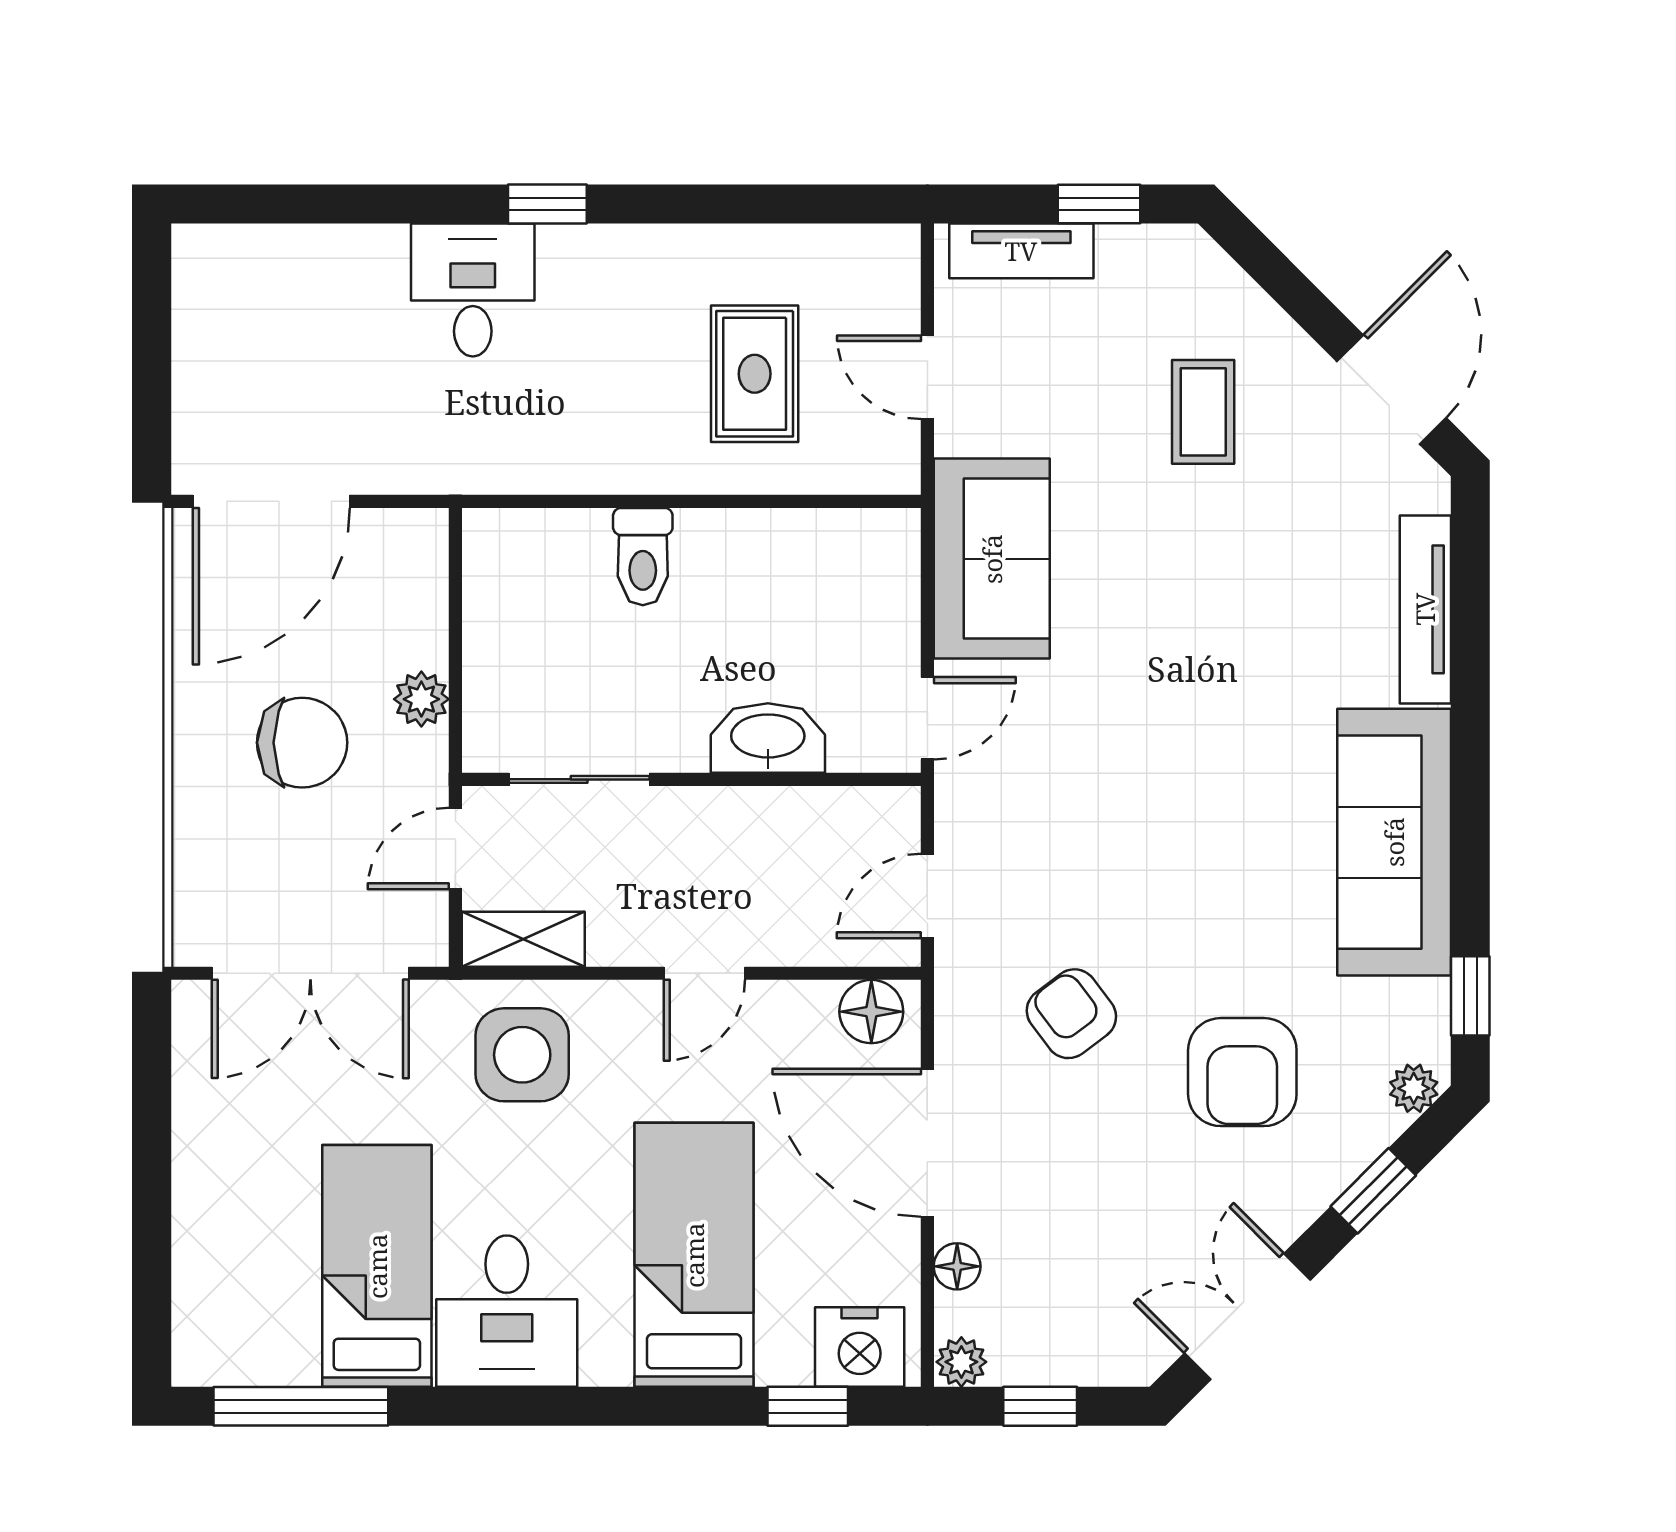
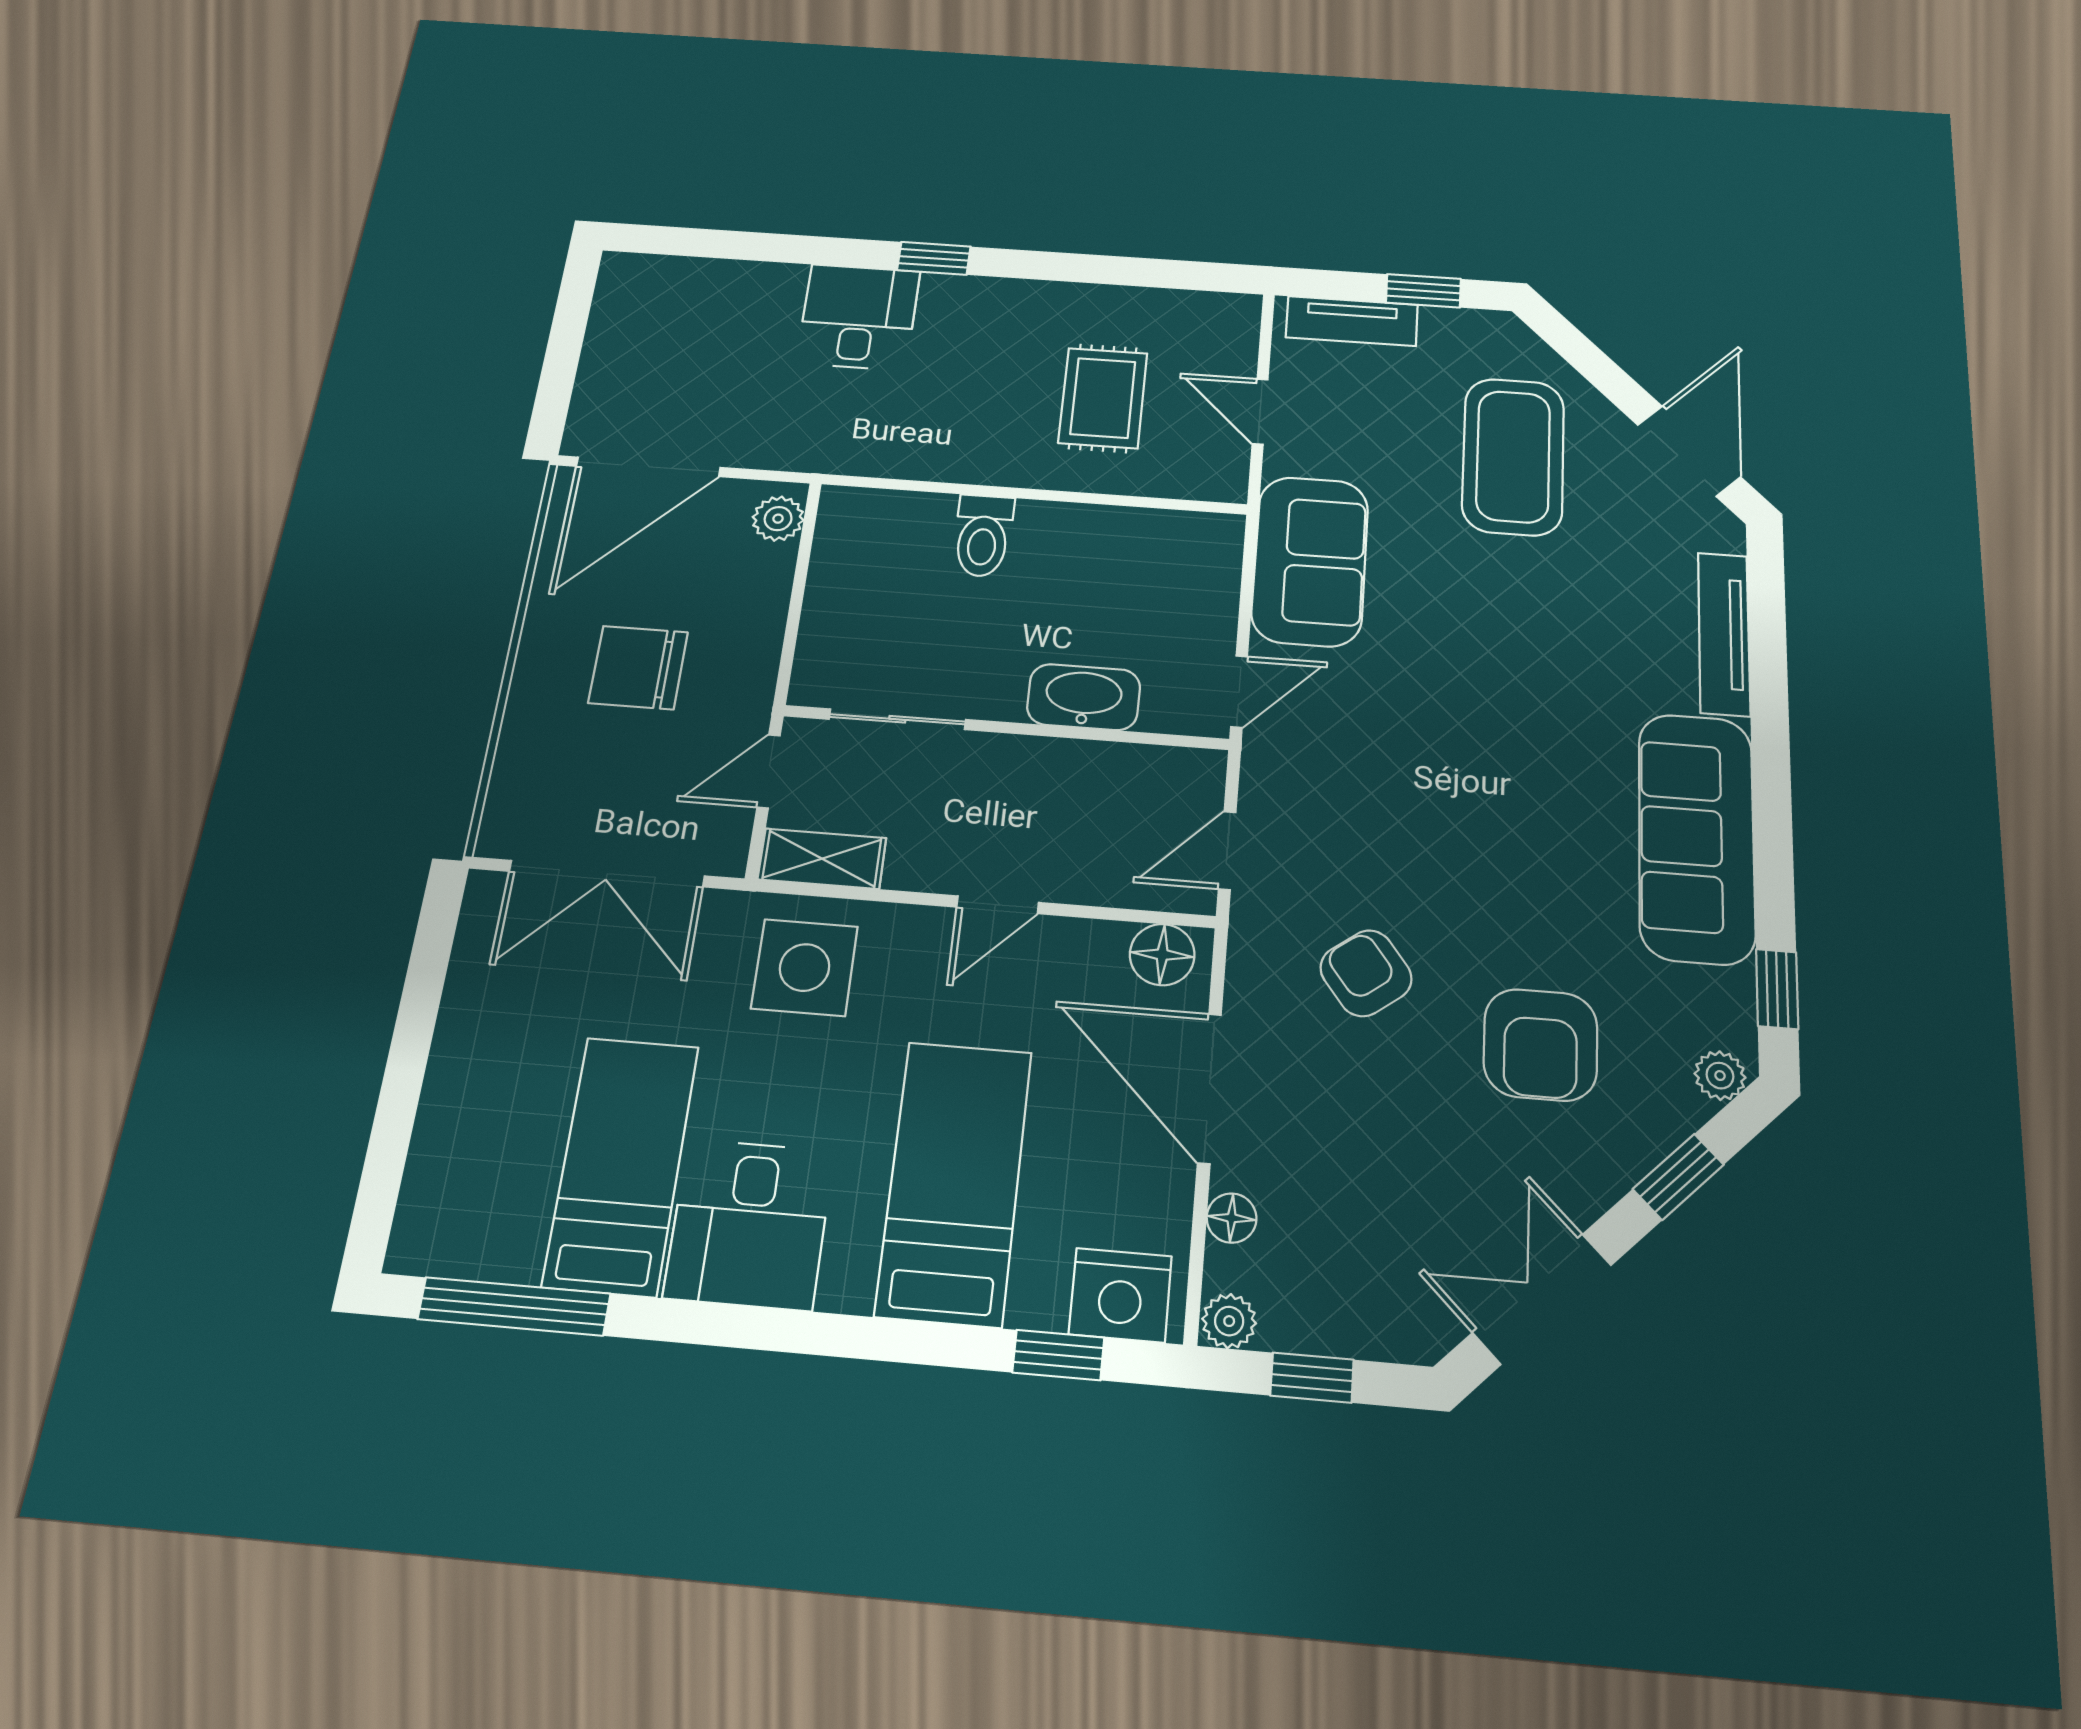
coffee table: (1203, 412) -> (1513, 456), width x1.86, depth x1.72
plant: (421, 699) -> (778, 519), moved
chair: (302, 743) -> (638, 668), turned 180

